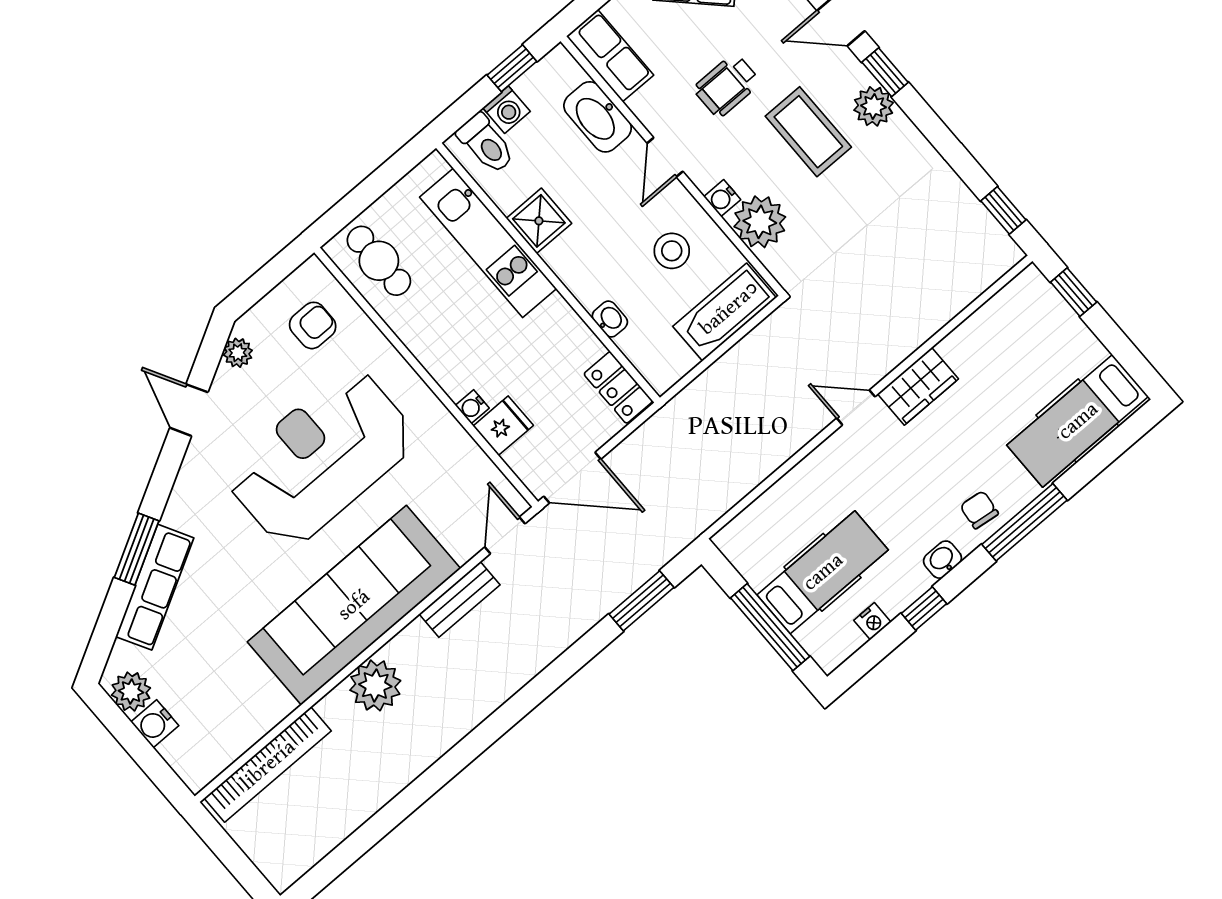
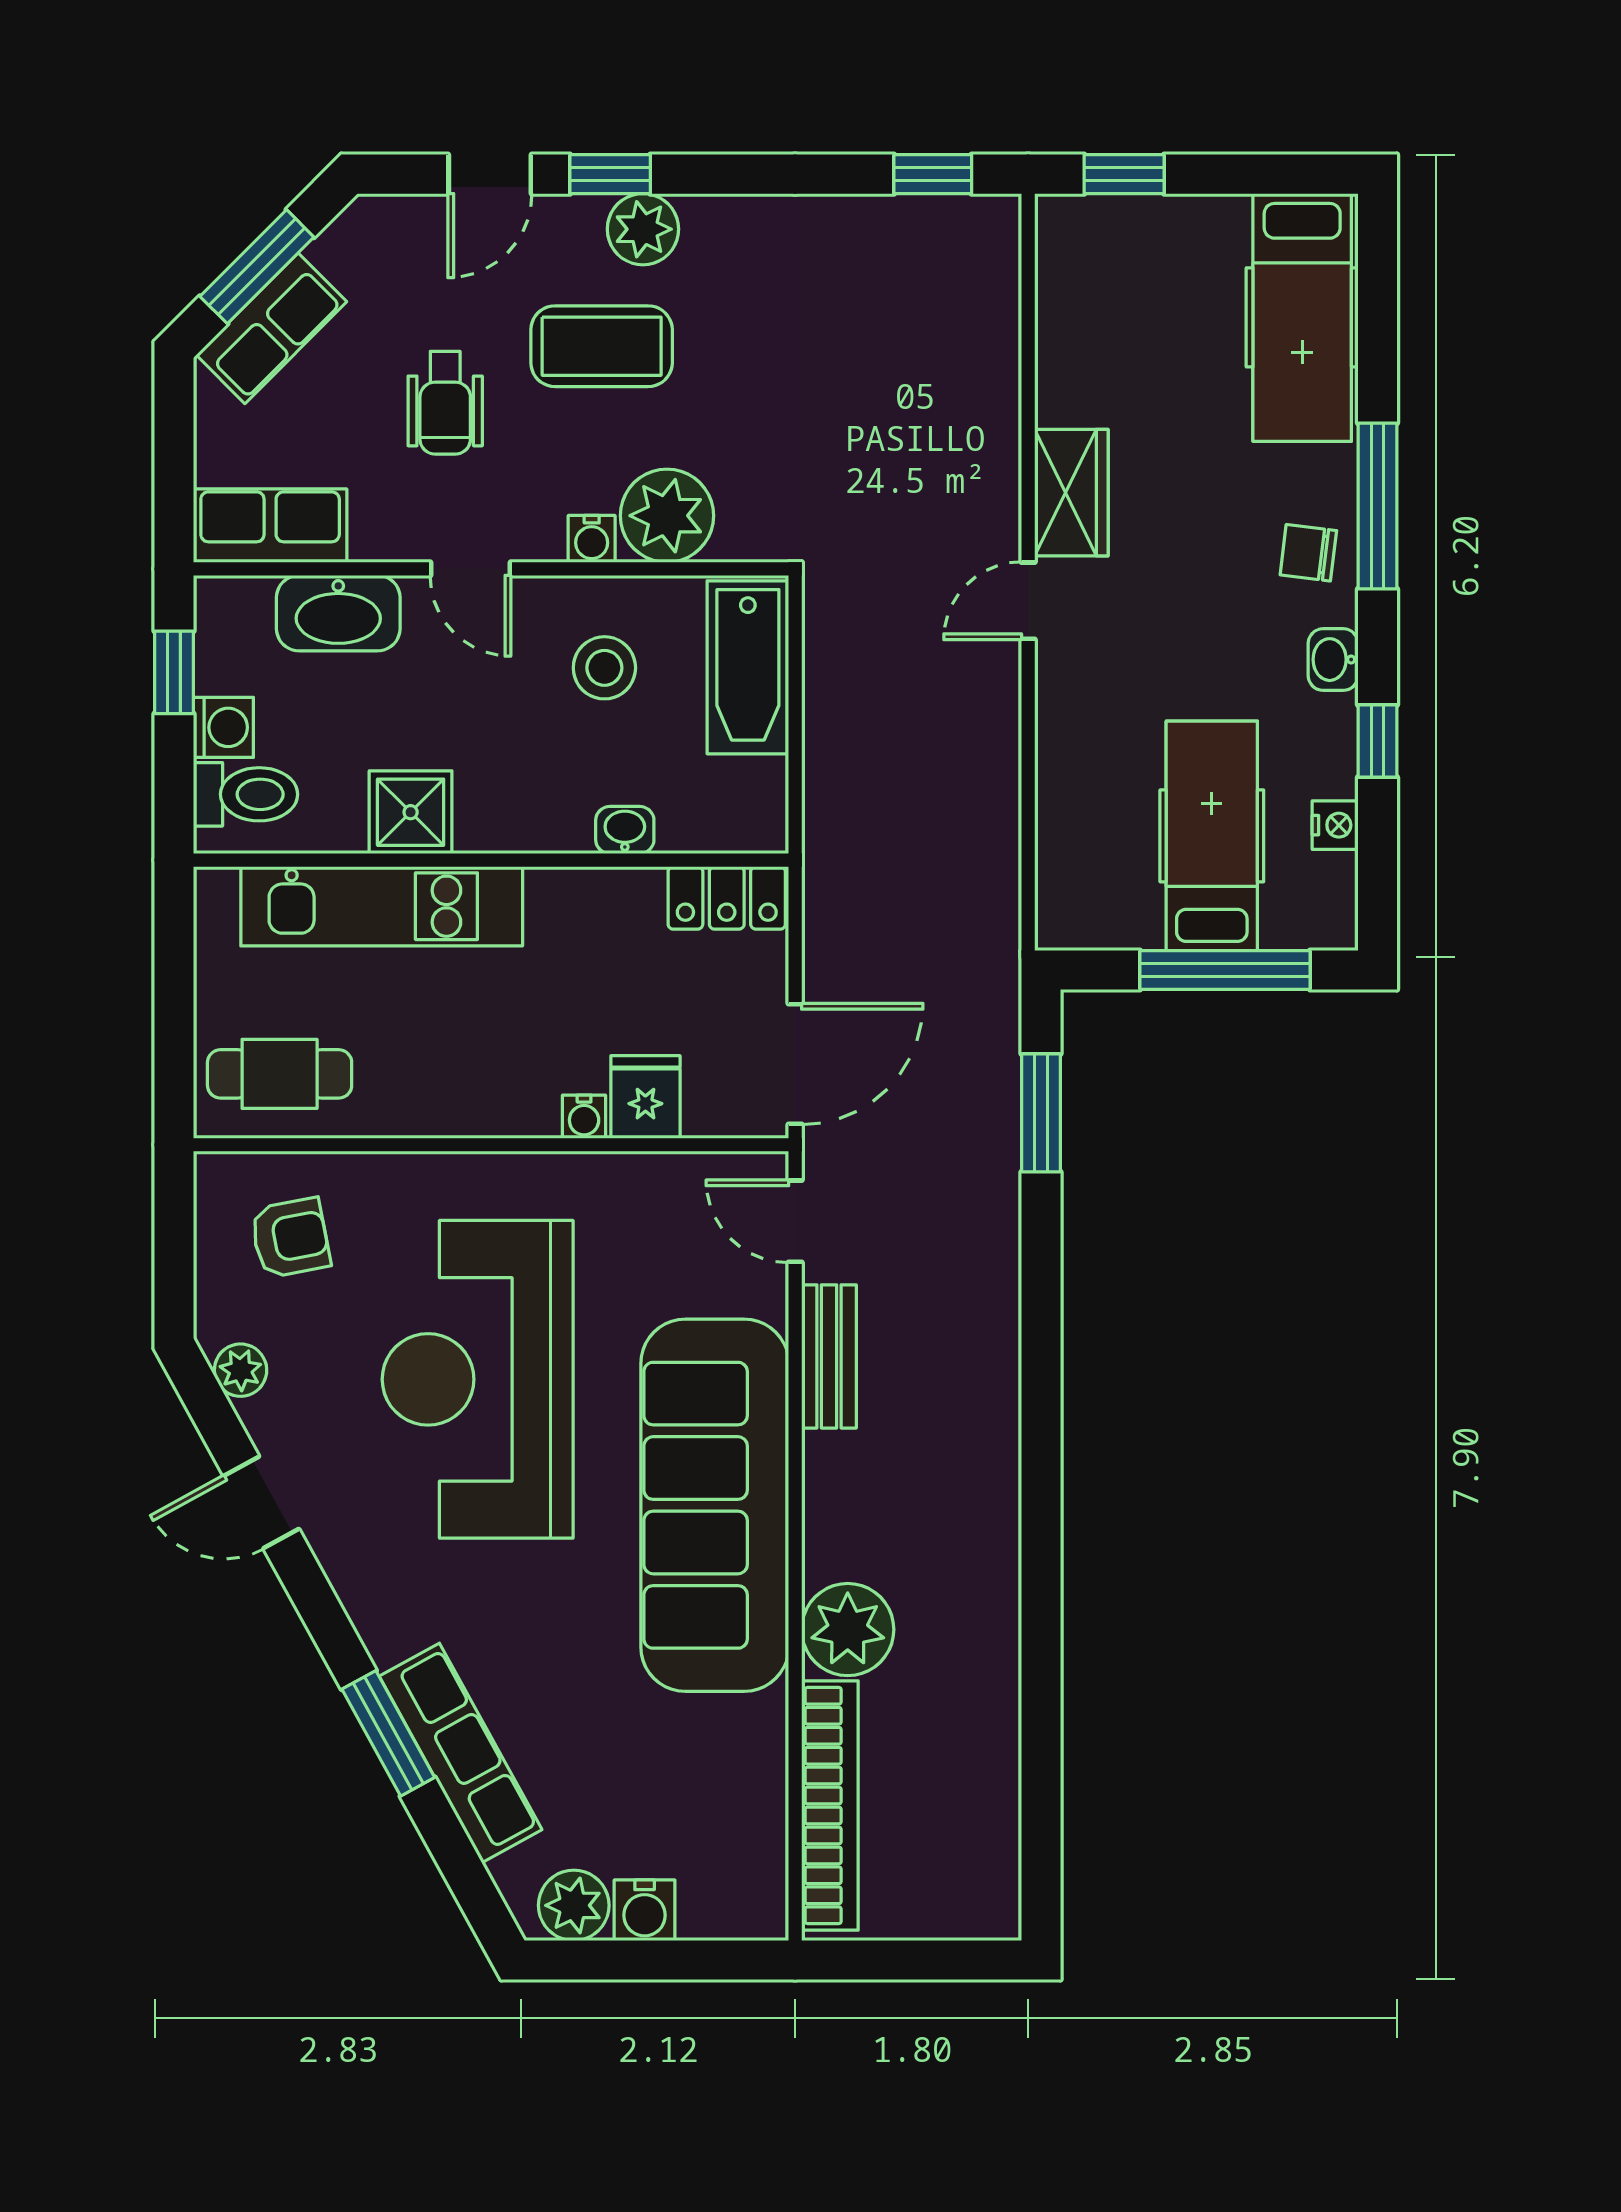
armchair: (313, 325) -> (290, 1238), turned 79
plant: (375, 685) -> (848, 1630), moved

